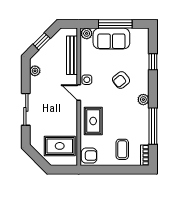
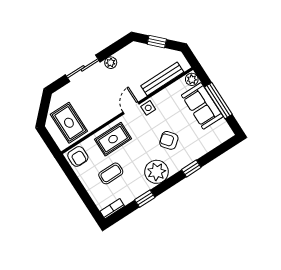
window: (153, 62) -> (191, 169), moved
plant: (35, 71) -> (111, 63), moved
plant: (143, 100) -> (157, 172), width x1.88, depth x1.88
window: (153, 126) -> (145, 199), width x0.46
coffee table: (122, 149) -> (111, 173), moved

